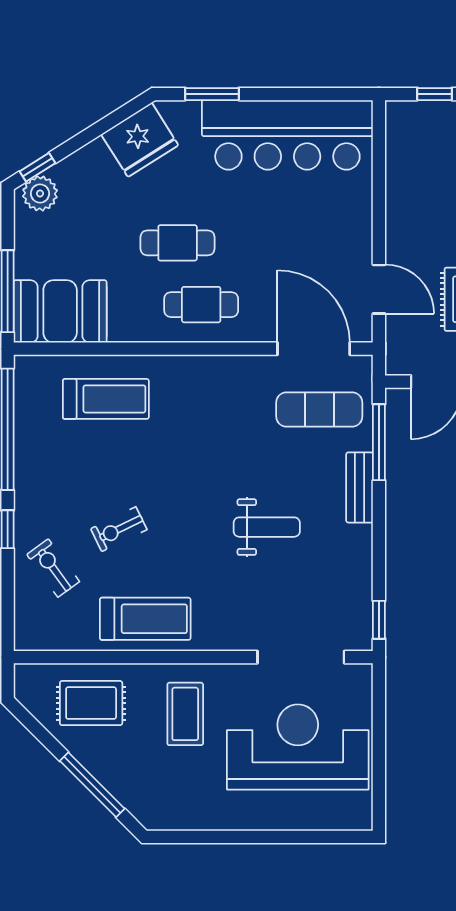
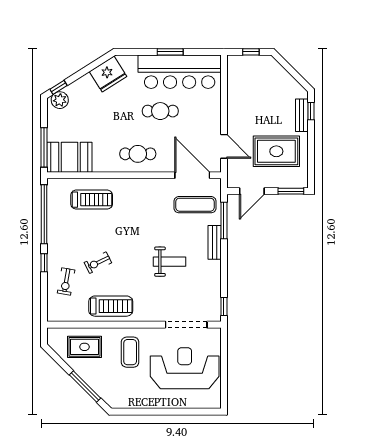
window: (212, 94) -> (170, 52), moved
cafe table: (178, 243) -> (160, 111), moved
exercise bike: (53, 568) -> (66, 281), turned -134

